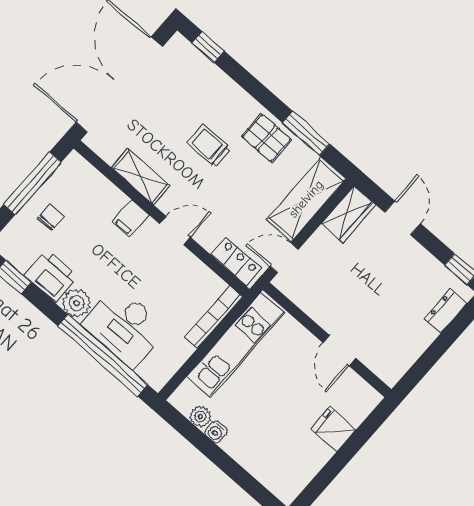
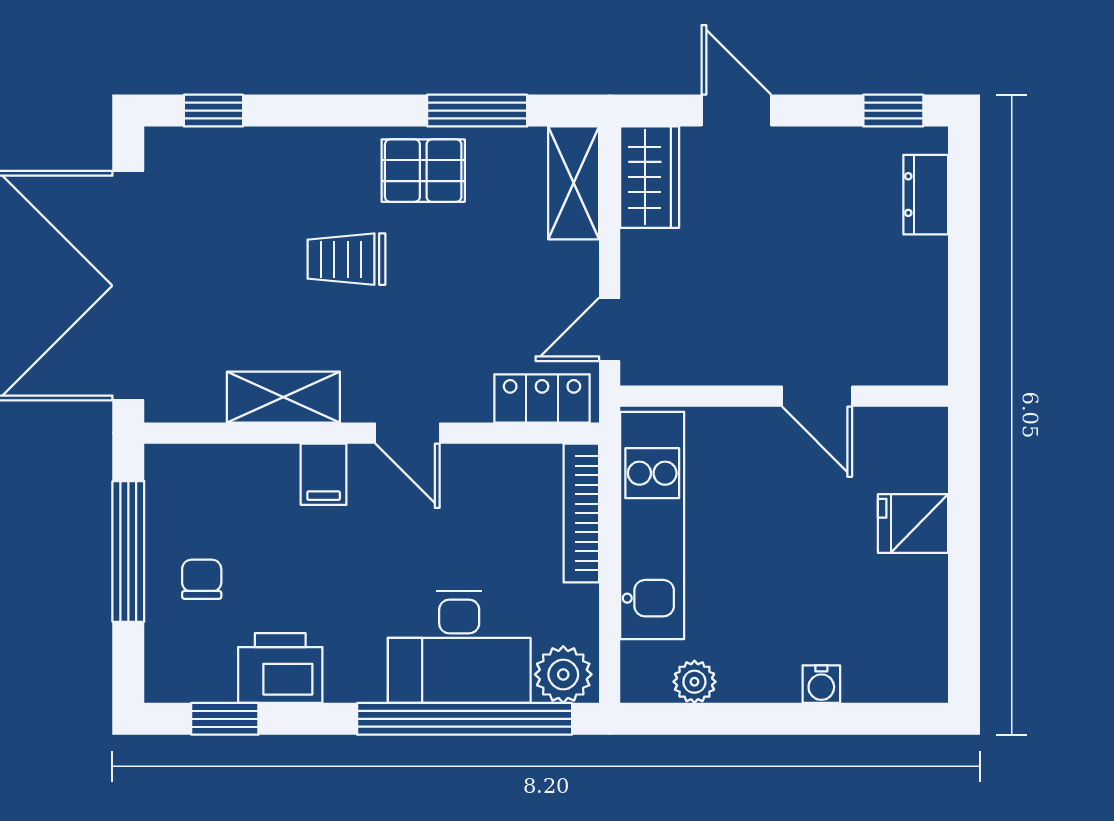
shelving: (306, 199) -> (574, 183), width x0.67, depth x0.75
door: (175, 230) -> (407, 433), swing flipped
plant: (77, 303) -> (563, 674), moved
water cooler: (216, 432) -> (821, 684), moved

